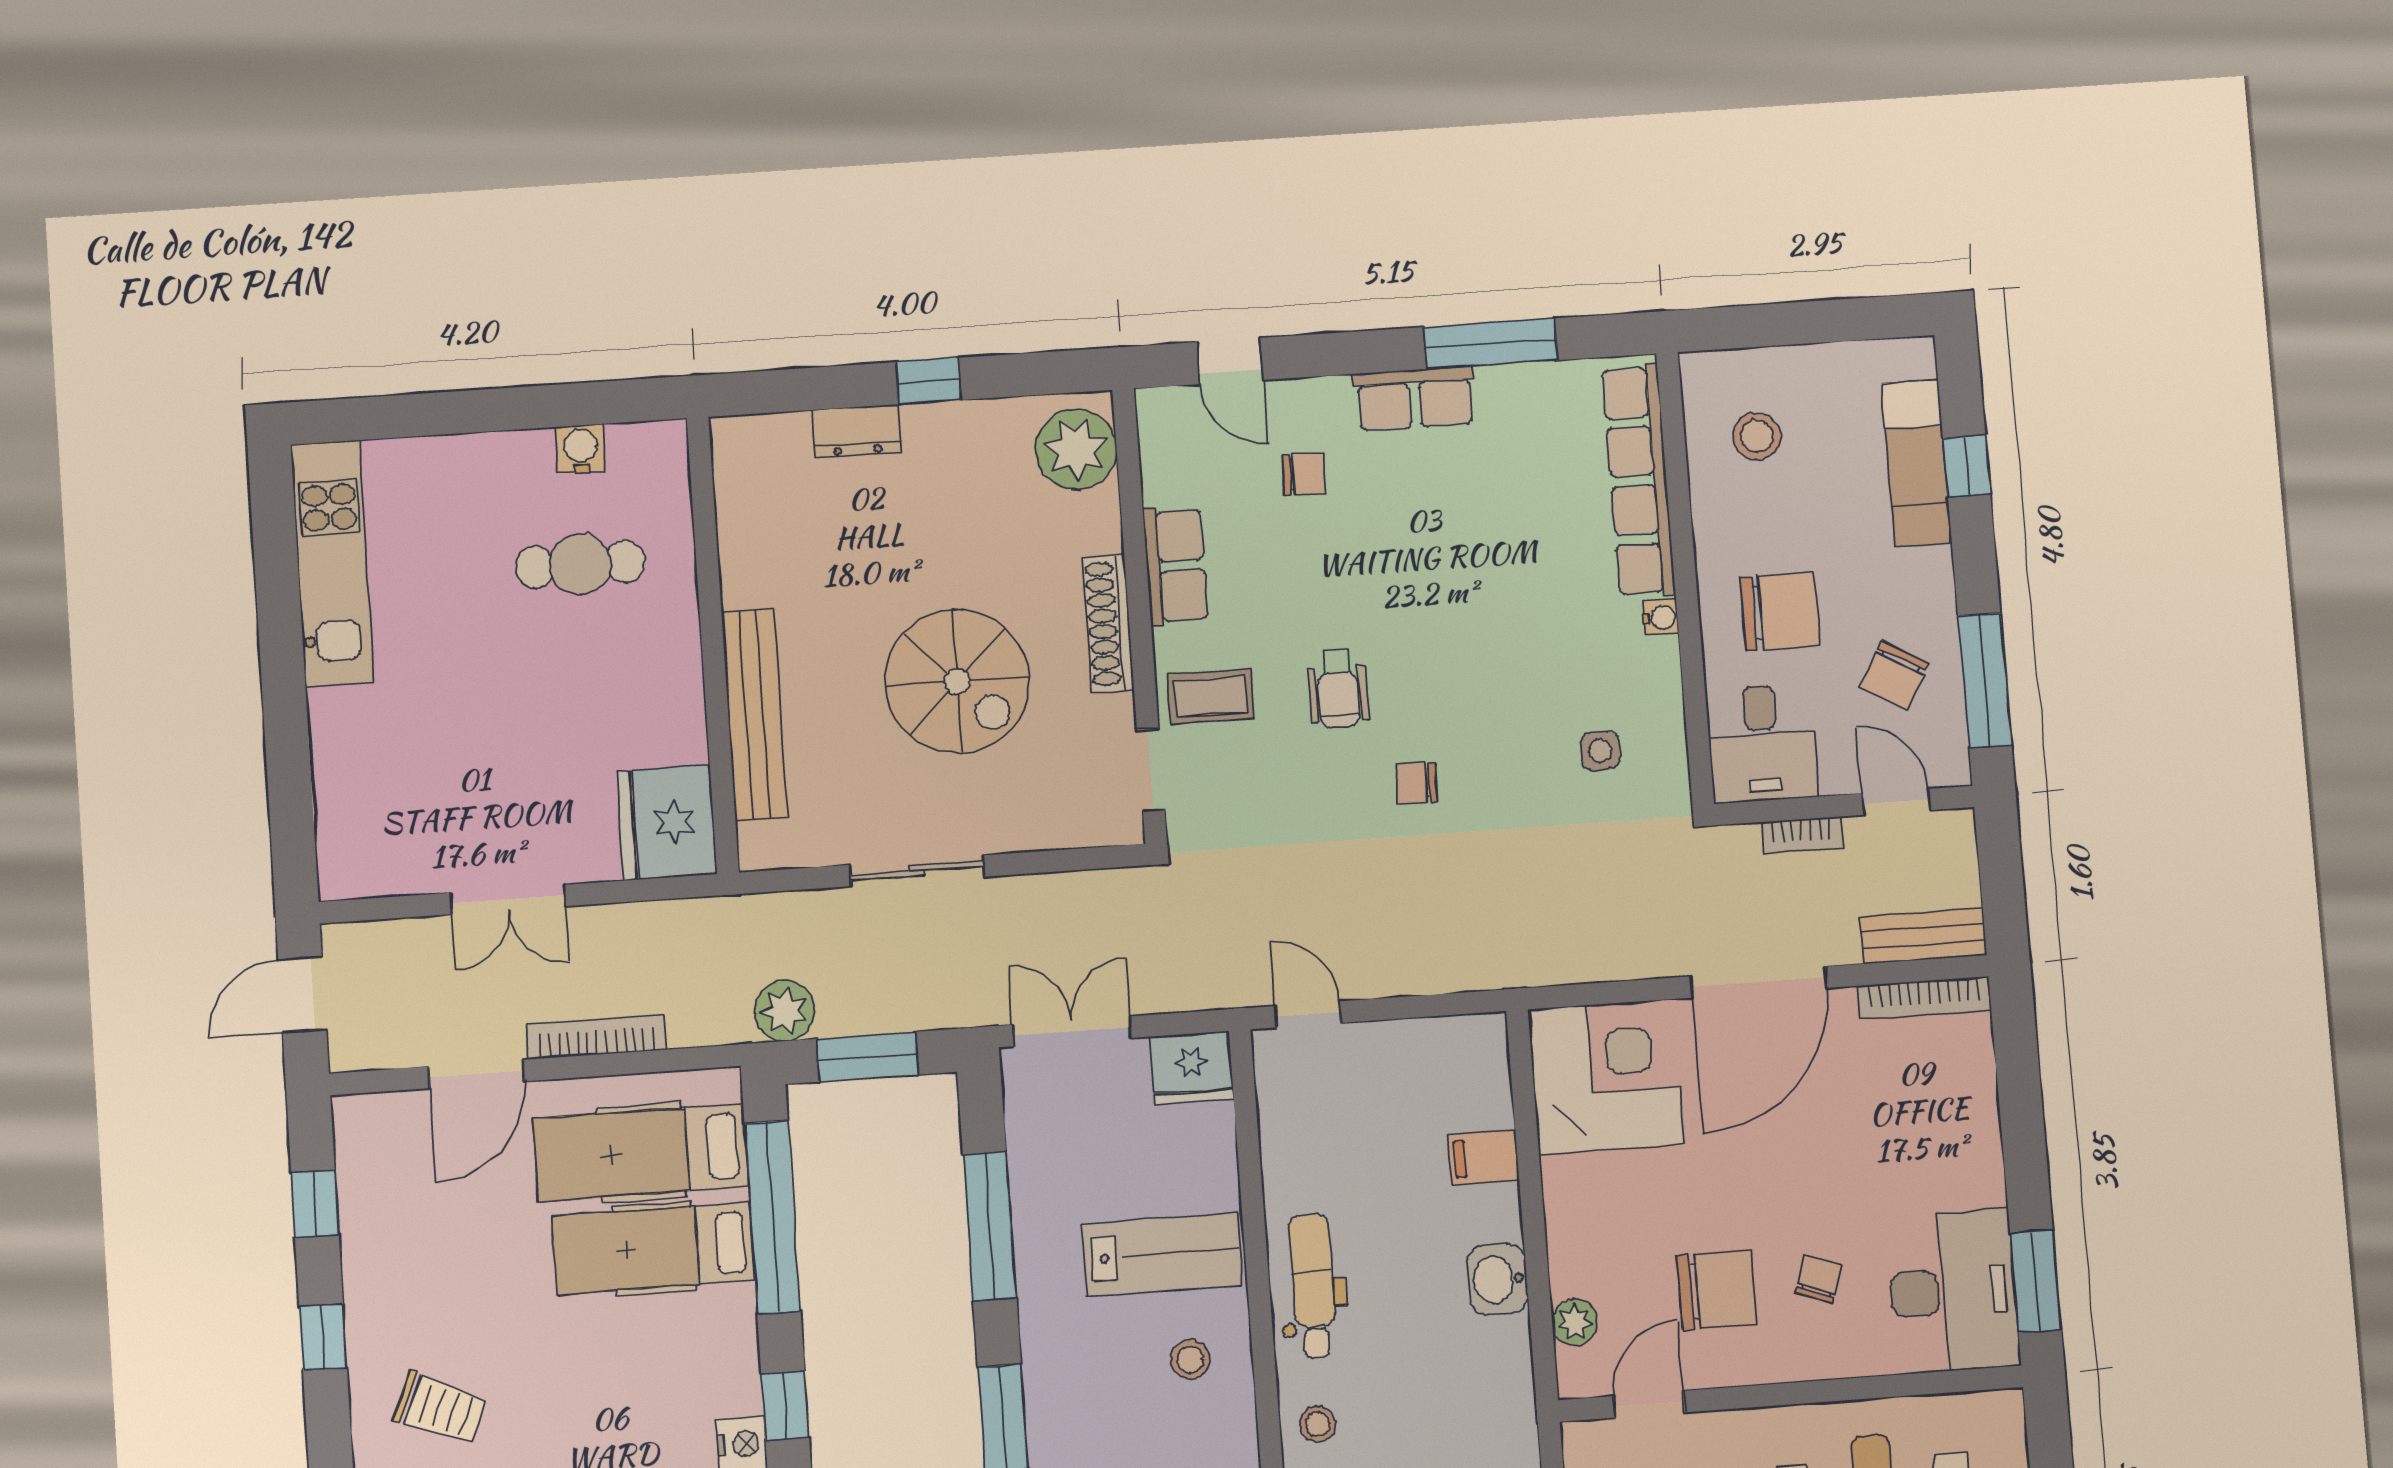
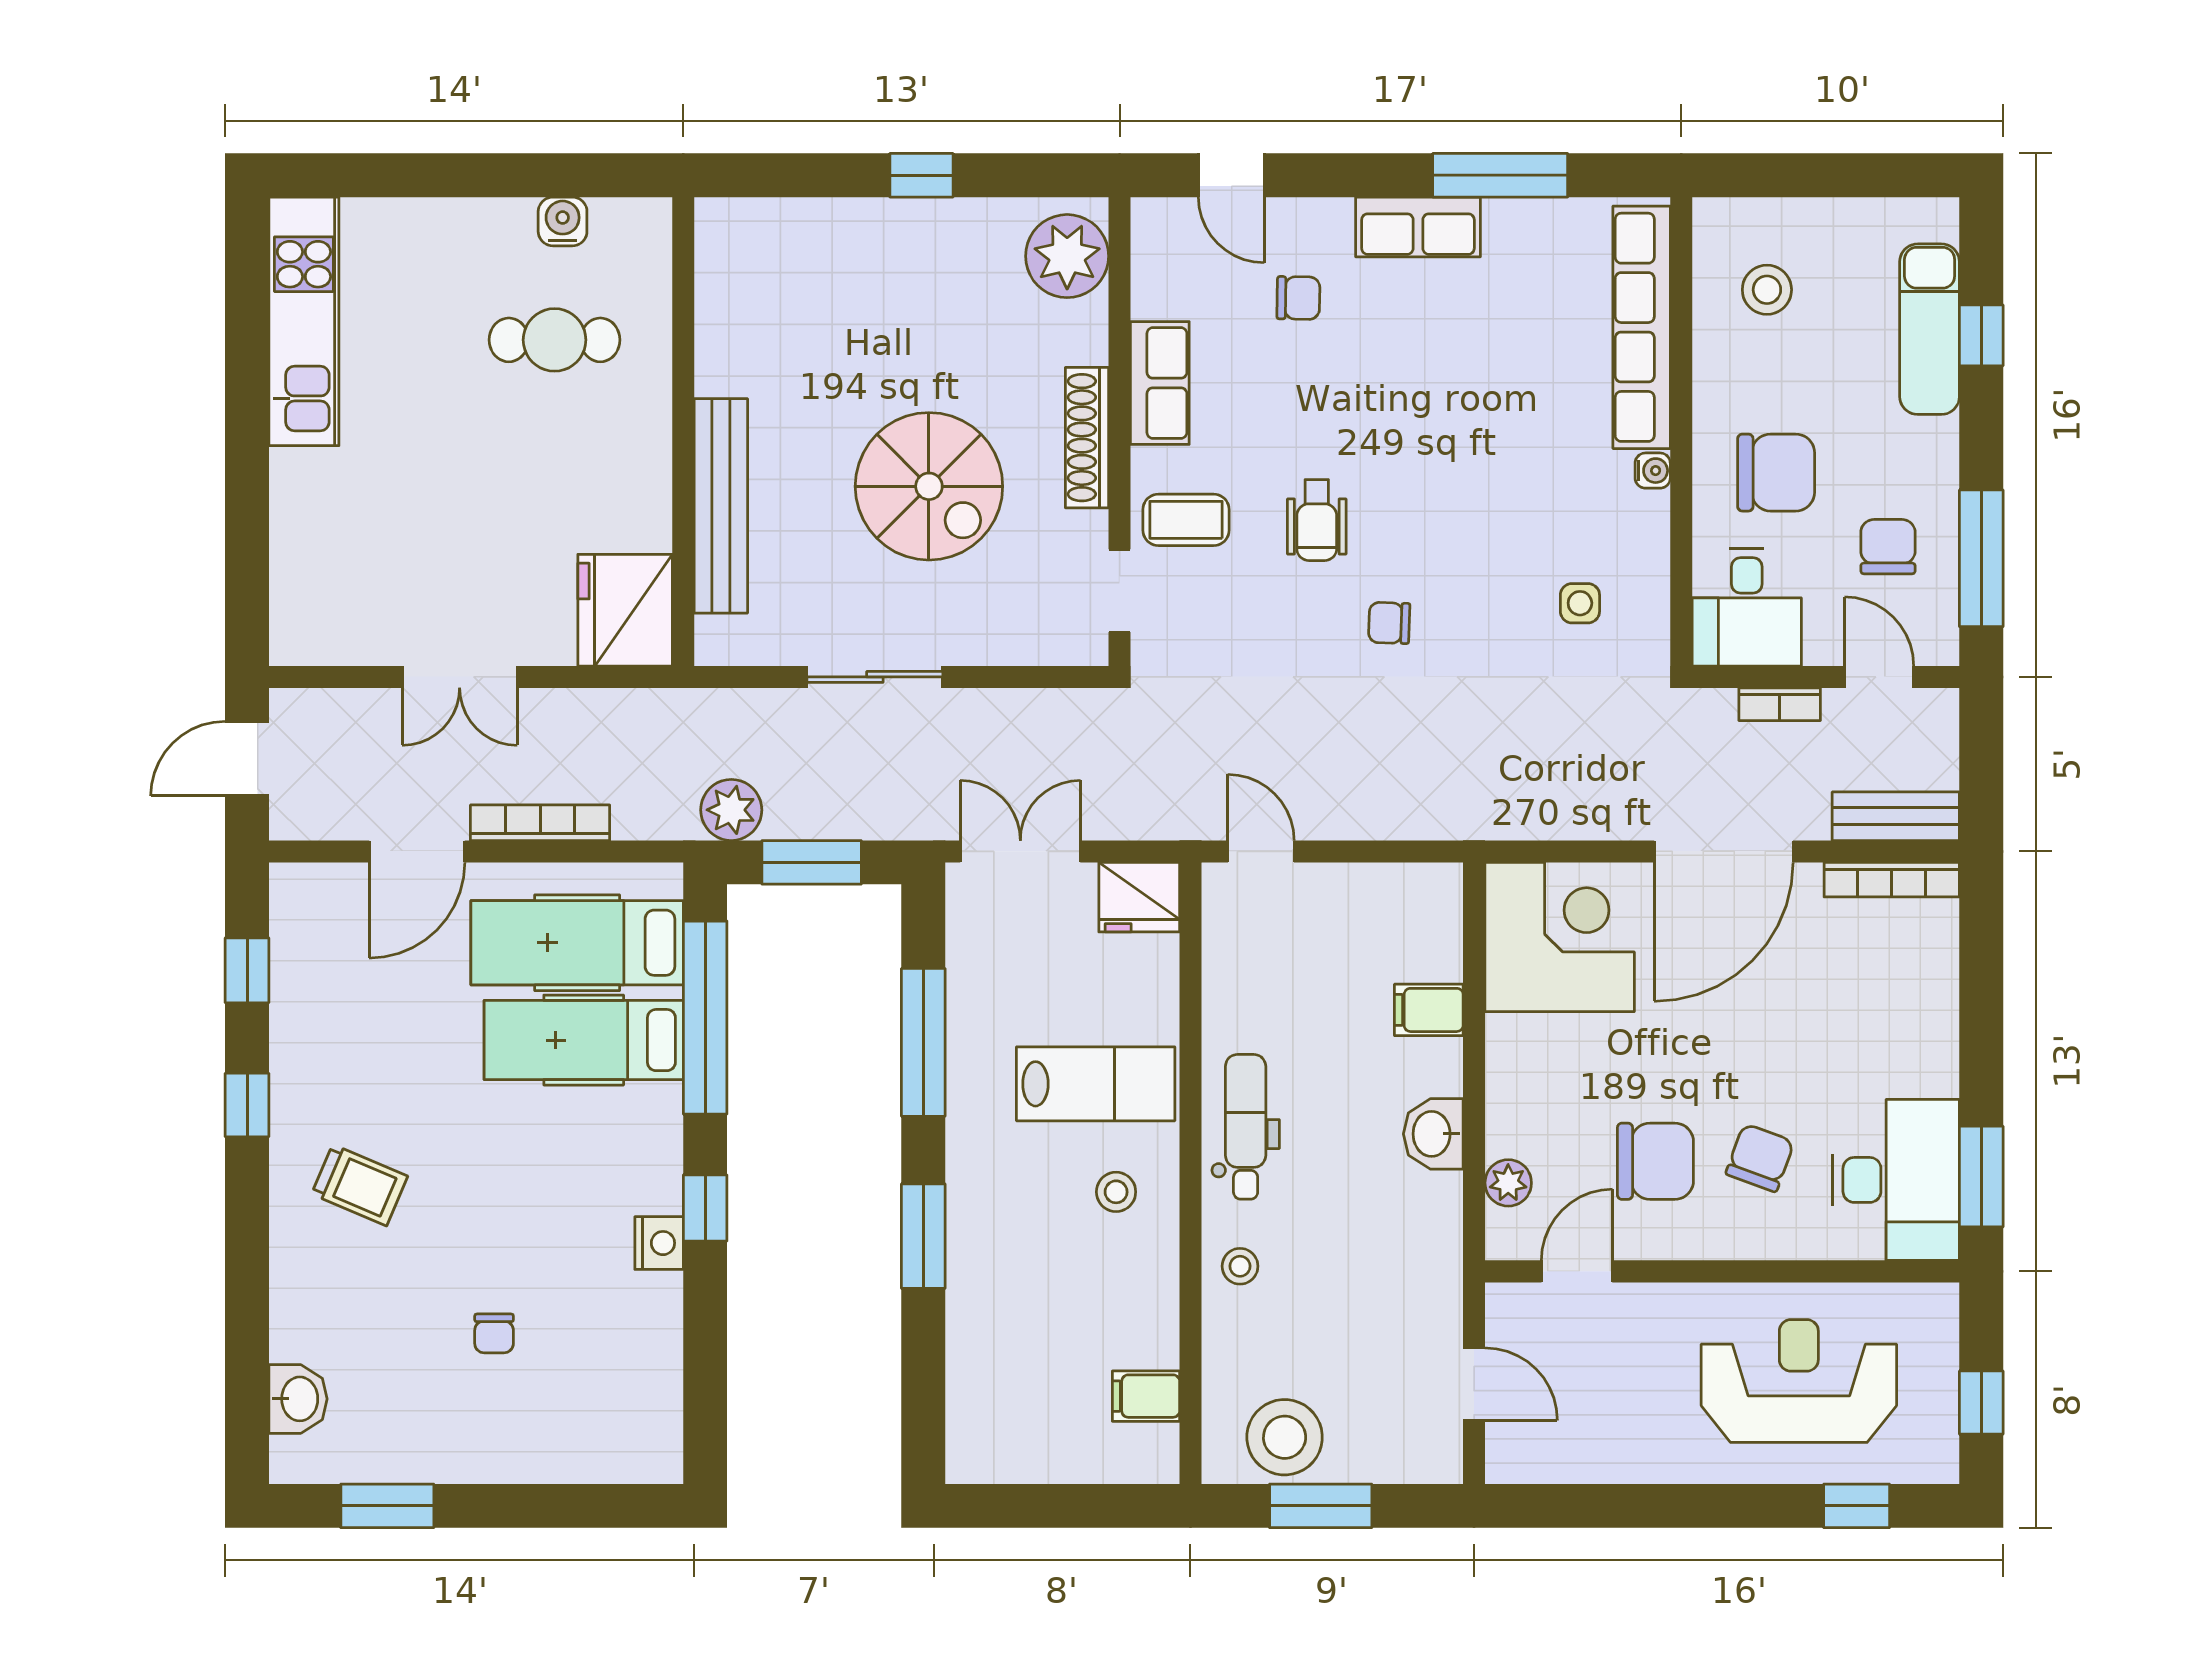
dresser: (856, 431) -> (844, 222), removed
chair: (1894, 675) -> (1888, 547), turned 150
chair: (1819, 1279) -> (1760, 1158), width x1.37, depth x1.37

